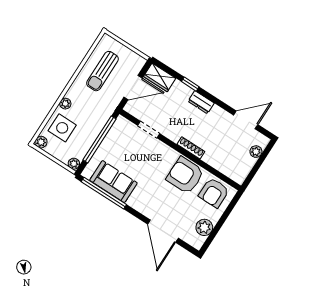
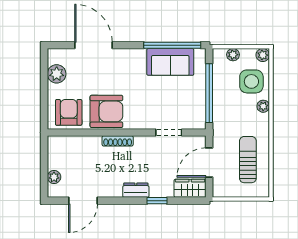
plant: (74, 164) -> (233, 55), moved

